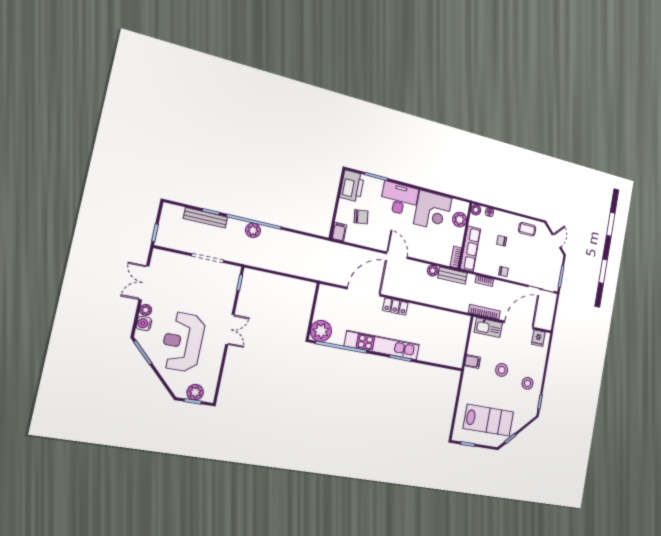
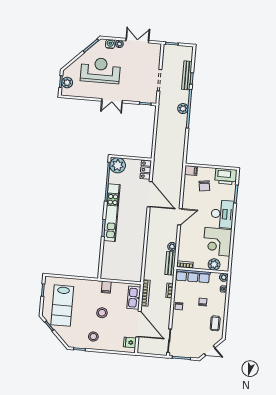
locker: (395, 307) -> (146, 170), moved

